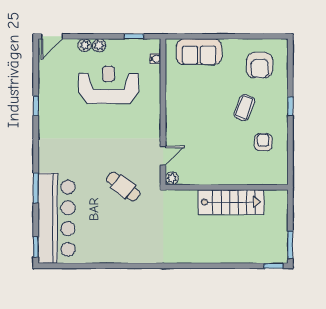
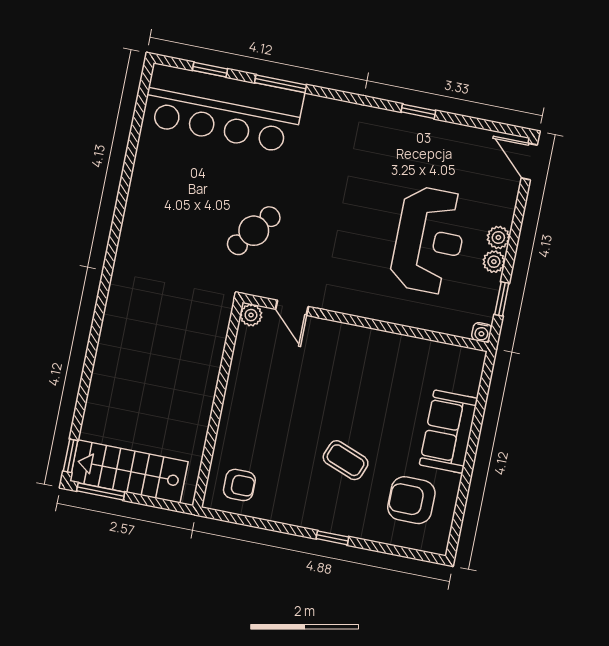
plant: (85, 45) -> (494, 262), moved
sofa: (199, 52) -> (449, 432), moved
water cooler: (155, 59) -> (482, 332), moved
armchair: (263, 142) -> (239, 485), moved
stairs: (231, 202) -> (129, 471), moved, turned 90
window: (36, 247) -> (210, 70), moved

